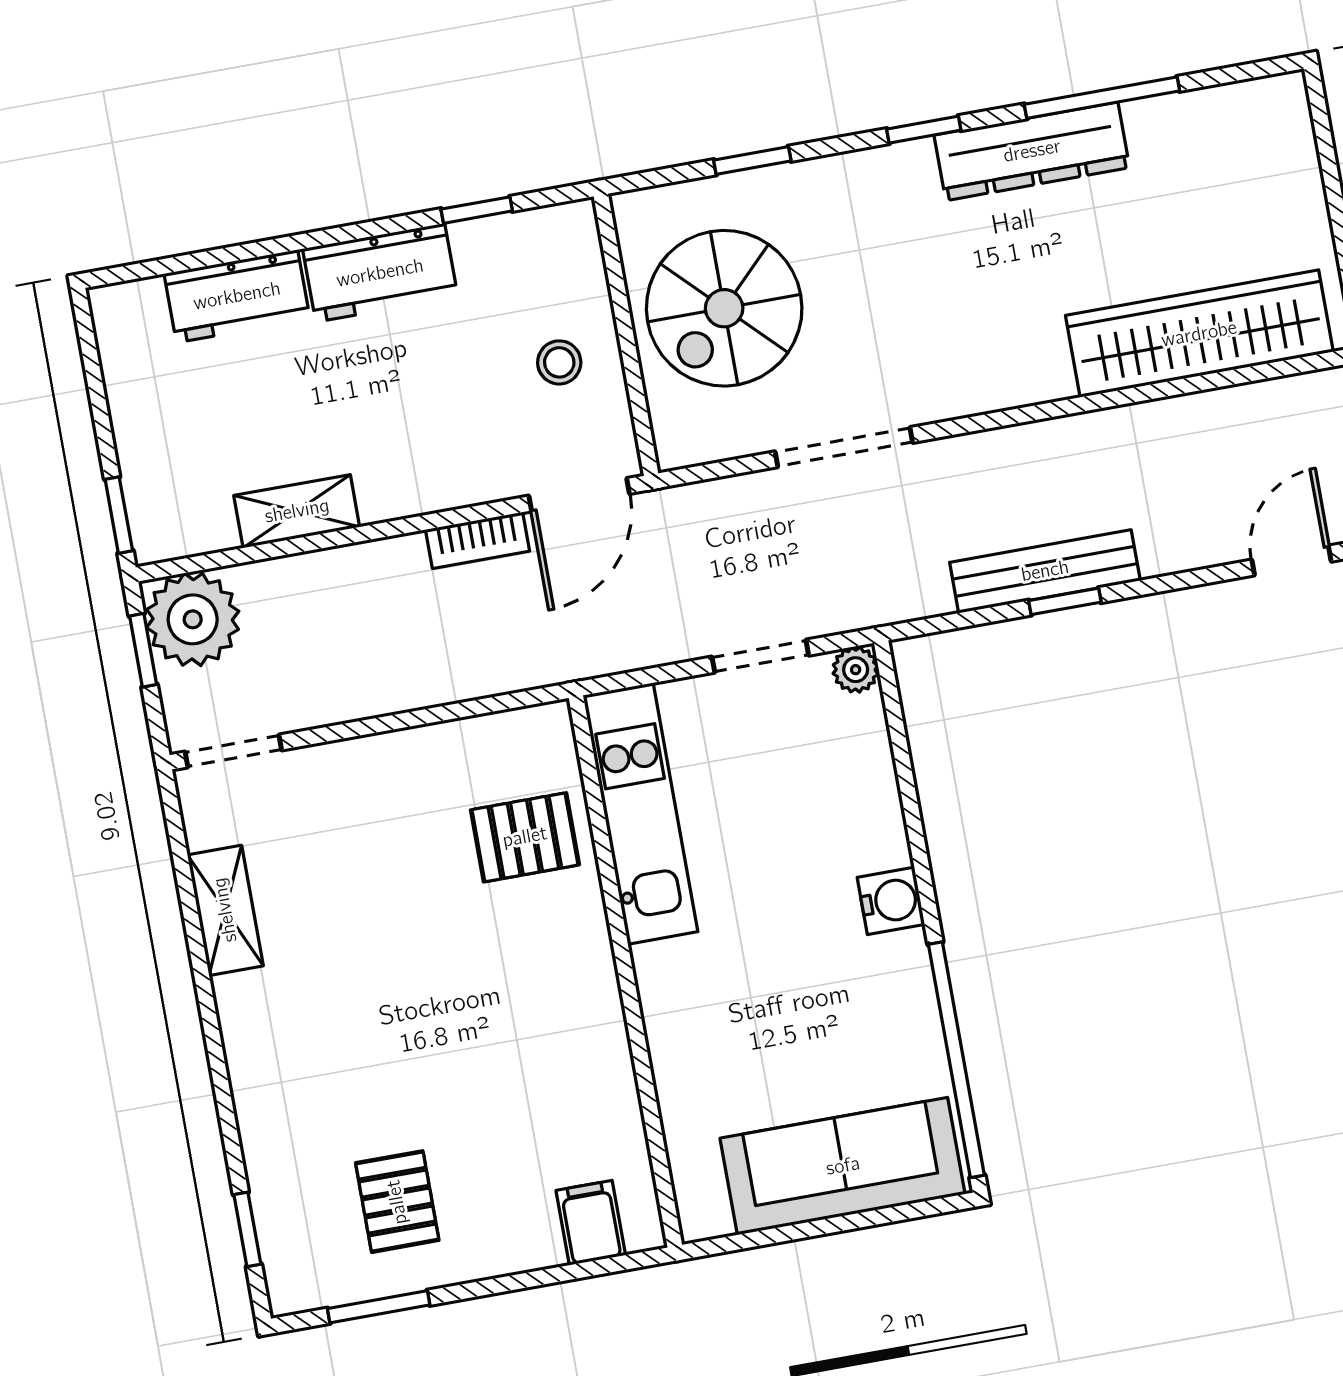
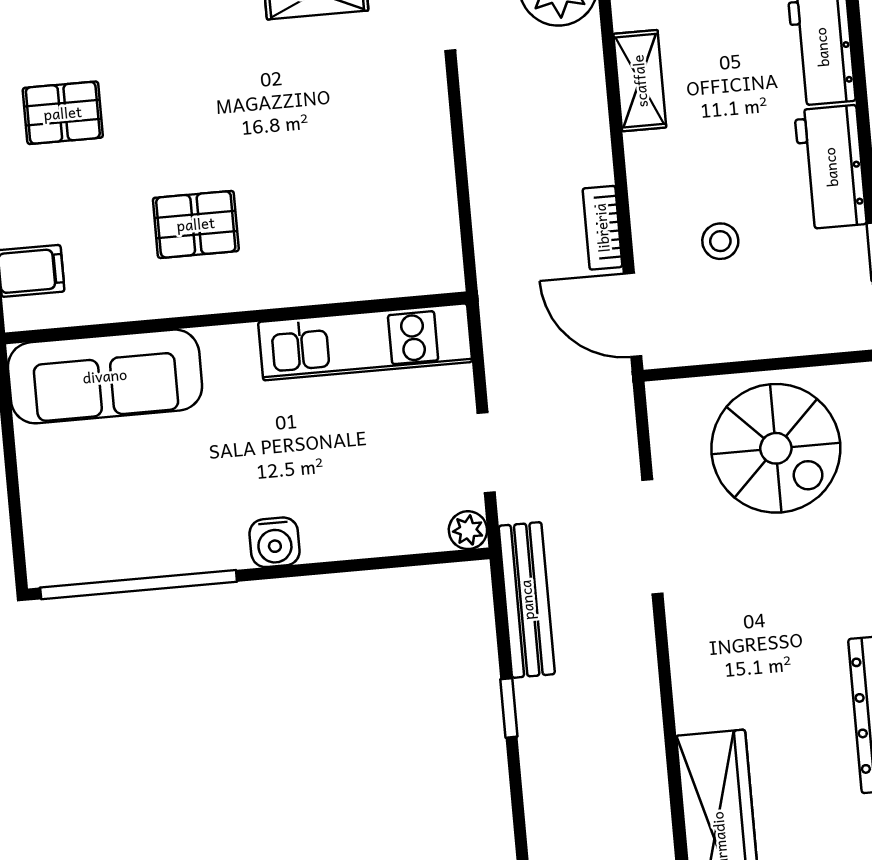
spiral stairs: (724, 308) -> (776, 448), turned 180
stool: (559, 362) -> (720, 241), moved
bench: (1045, 571) -> (527, 600), moved
pallet: (525, 837) -> (196, 224), moved, turned 90
sofa: (843, 1166) -> (105, 376), moved, turned 90

